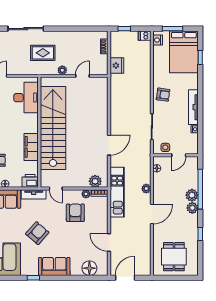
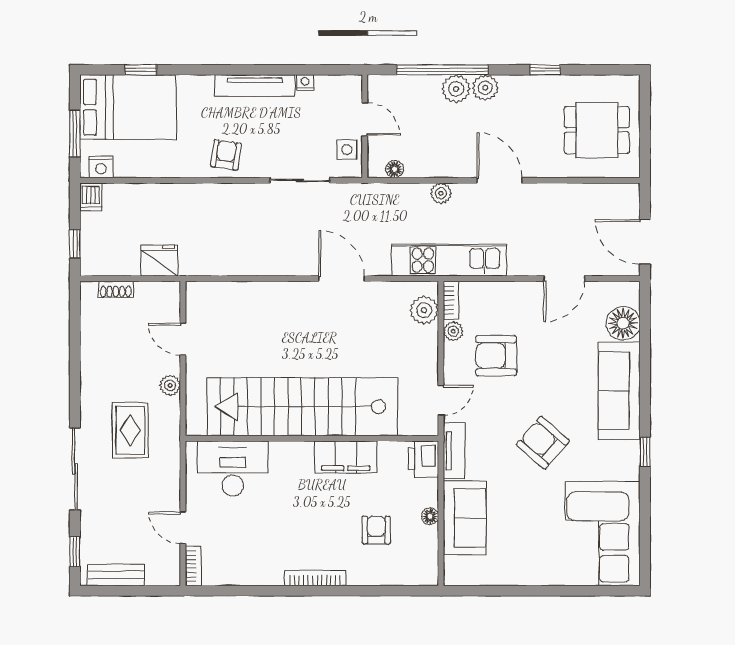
sofa: (54, 266) -> (619, 391), width x1.36

